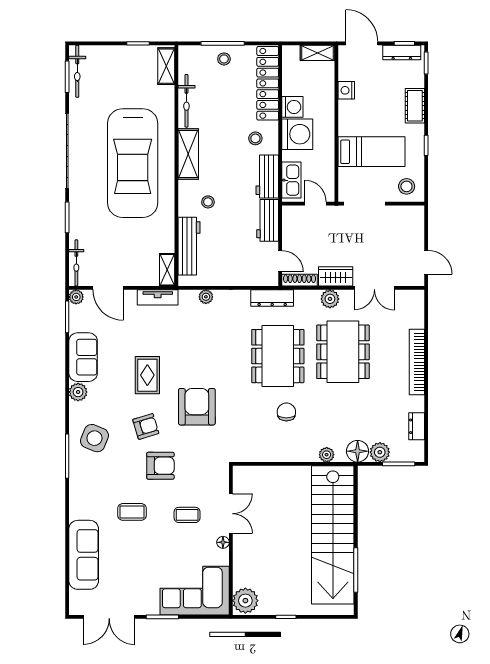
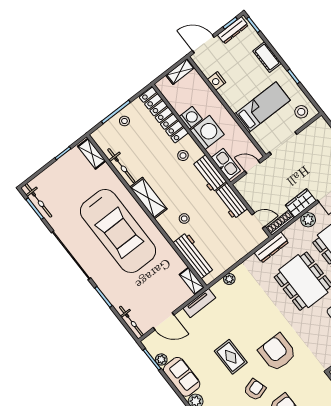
plant: (76, 297) -> (161, 359), moved

